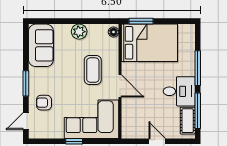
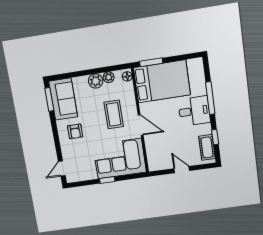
plant: (94, 30) -> (109, 77), added
window: (26, 83) -> (49, 99), moved
desk: (179, 91) -> (194, 111), moved
armchair: (44, 103) -> (75, 131), moved, turned -90
window: (198, 111) -> (215, 137), width x0.46

